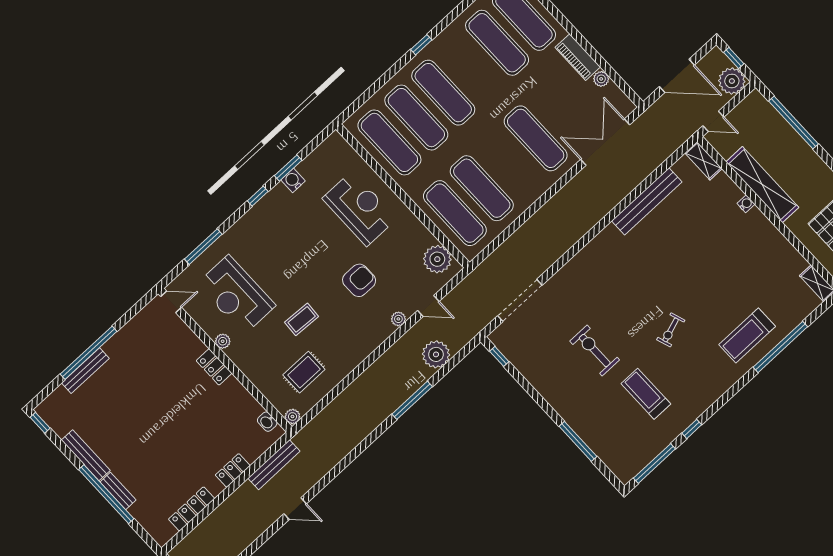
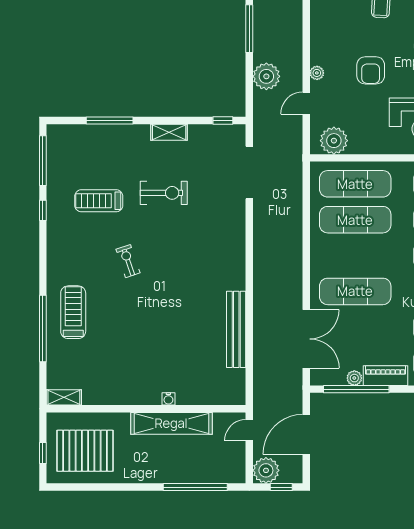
window: (608, 70) -> (356, 389), added
shelving: (703, 161) -> (169, 132), moved
treadmill: (646, 394) -> (99, 201), turned 180

